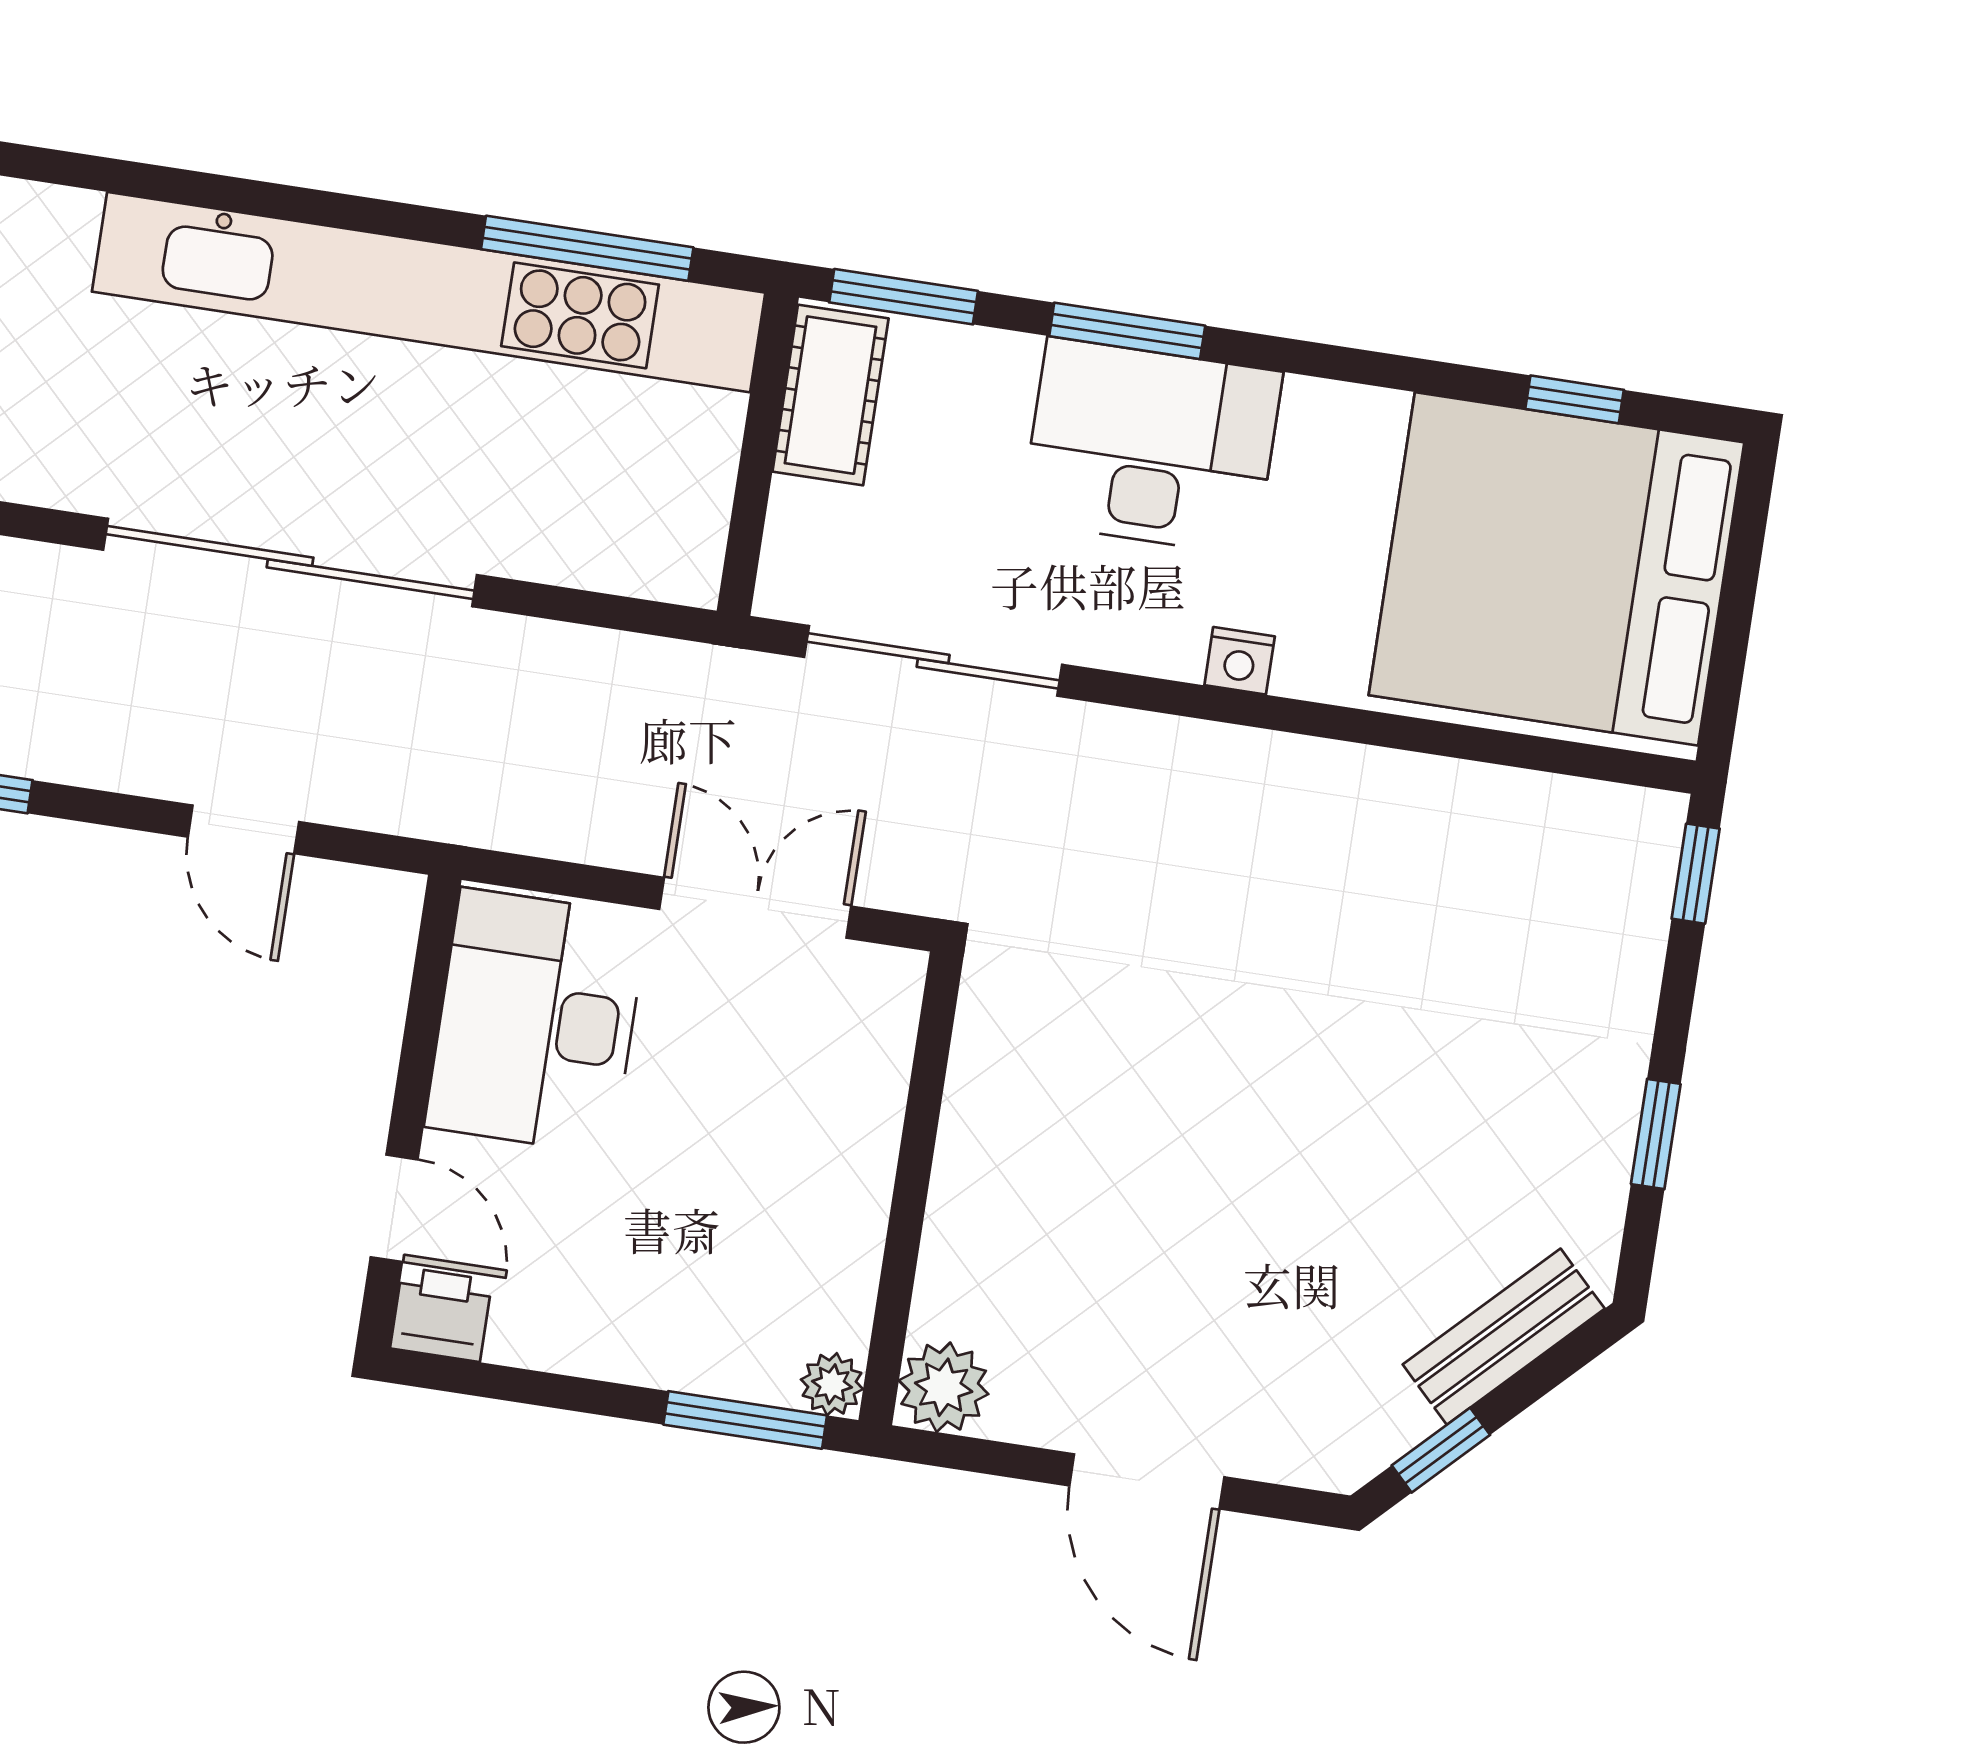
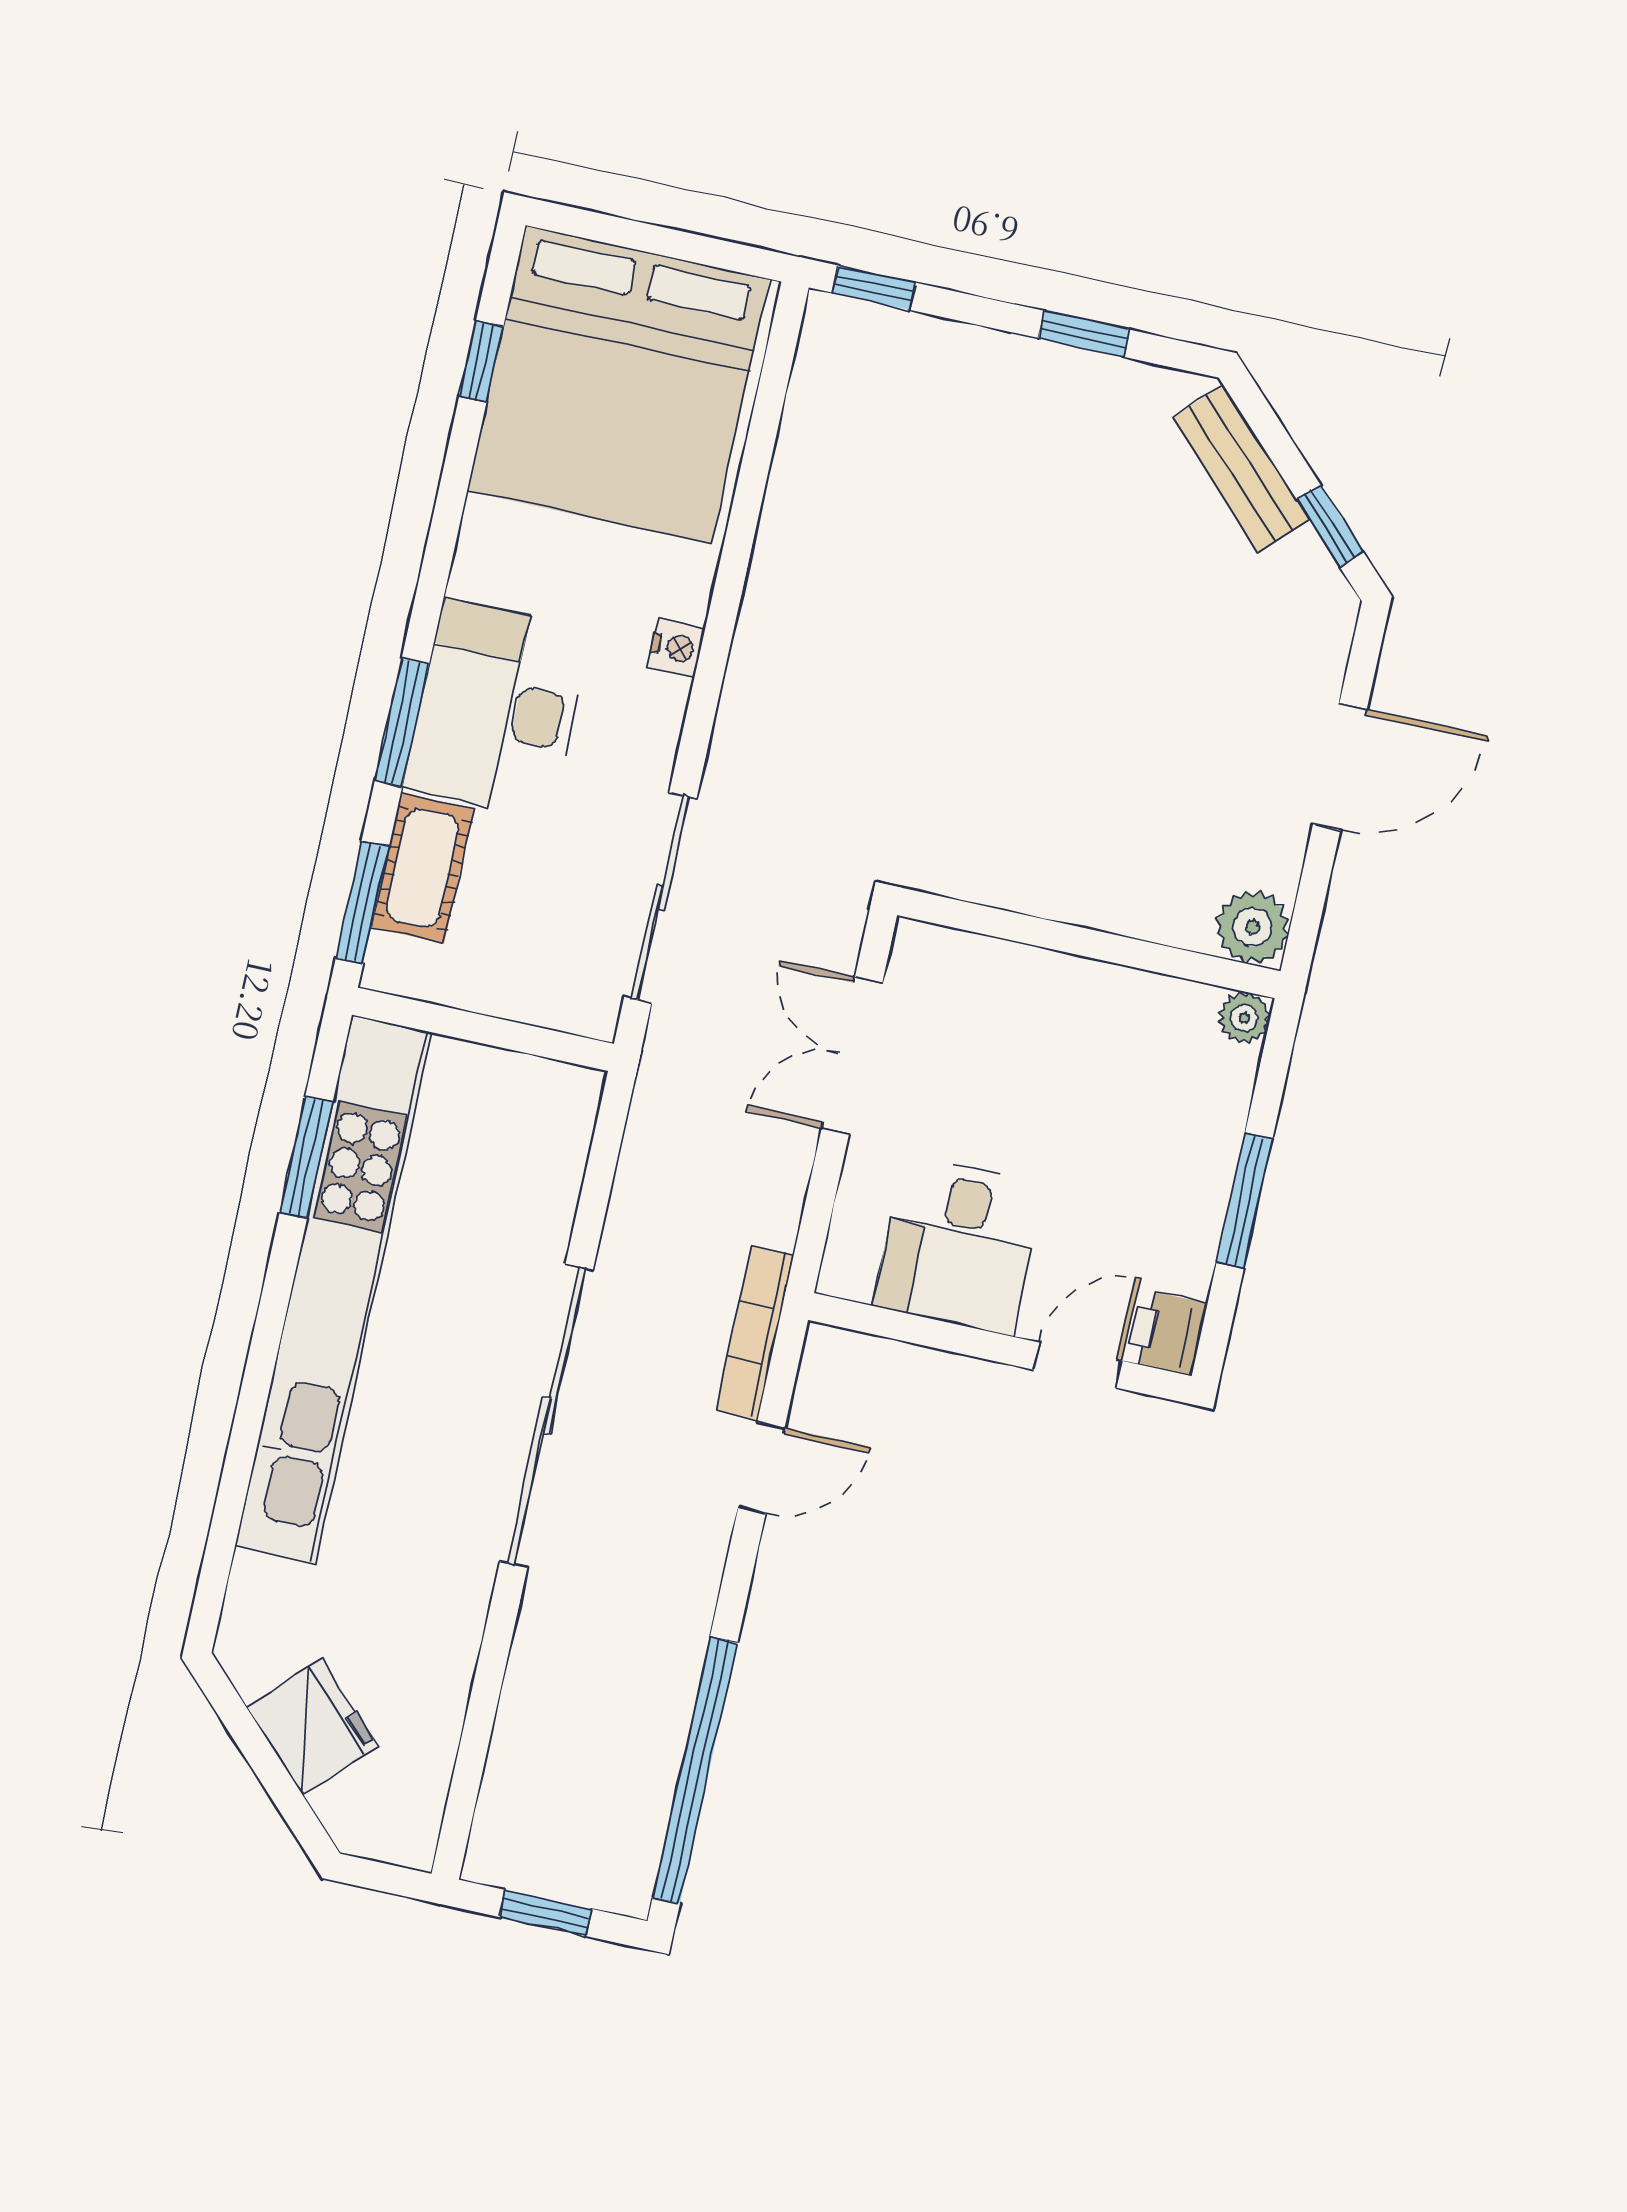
window: (587, 248) -> (306, 1157), width x0.69
cot: (830, 395) -> (422, 868), moved, turned 90
bookcase: (408, 811) -> (755, 1333), added
desk: (536, 1021) -> (959, 1245), width x0.73
window: (745, 1420) -> (1245, 1200), moved

